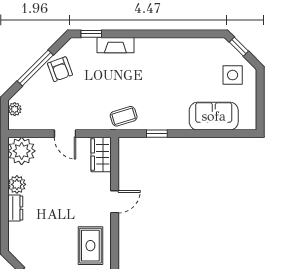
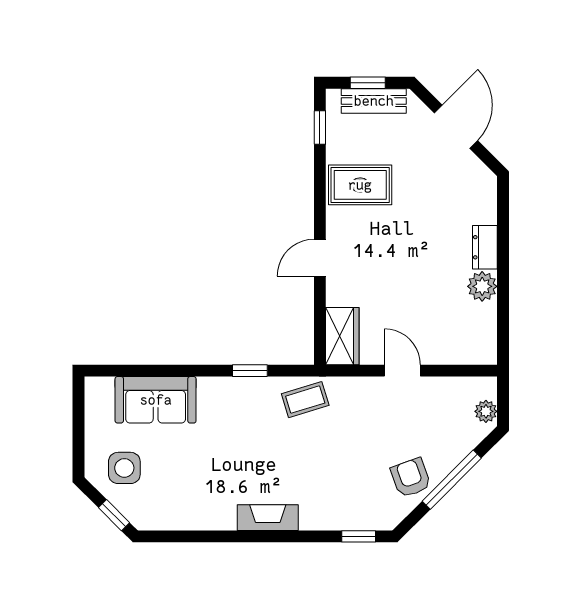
fireplace: (115, 45) -> (268, 518), moved
plant: (22, 151) -> (474, 342), removed
rug: (90, 246) -> (360, 185), turned 90

